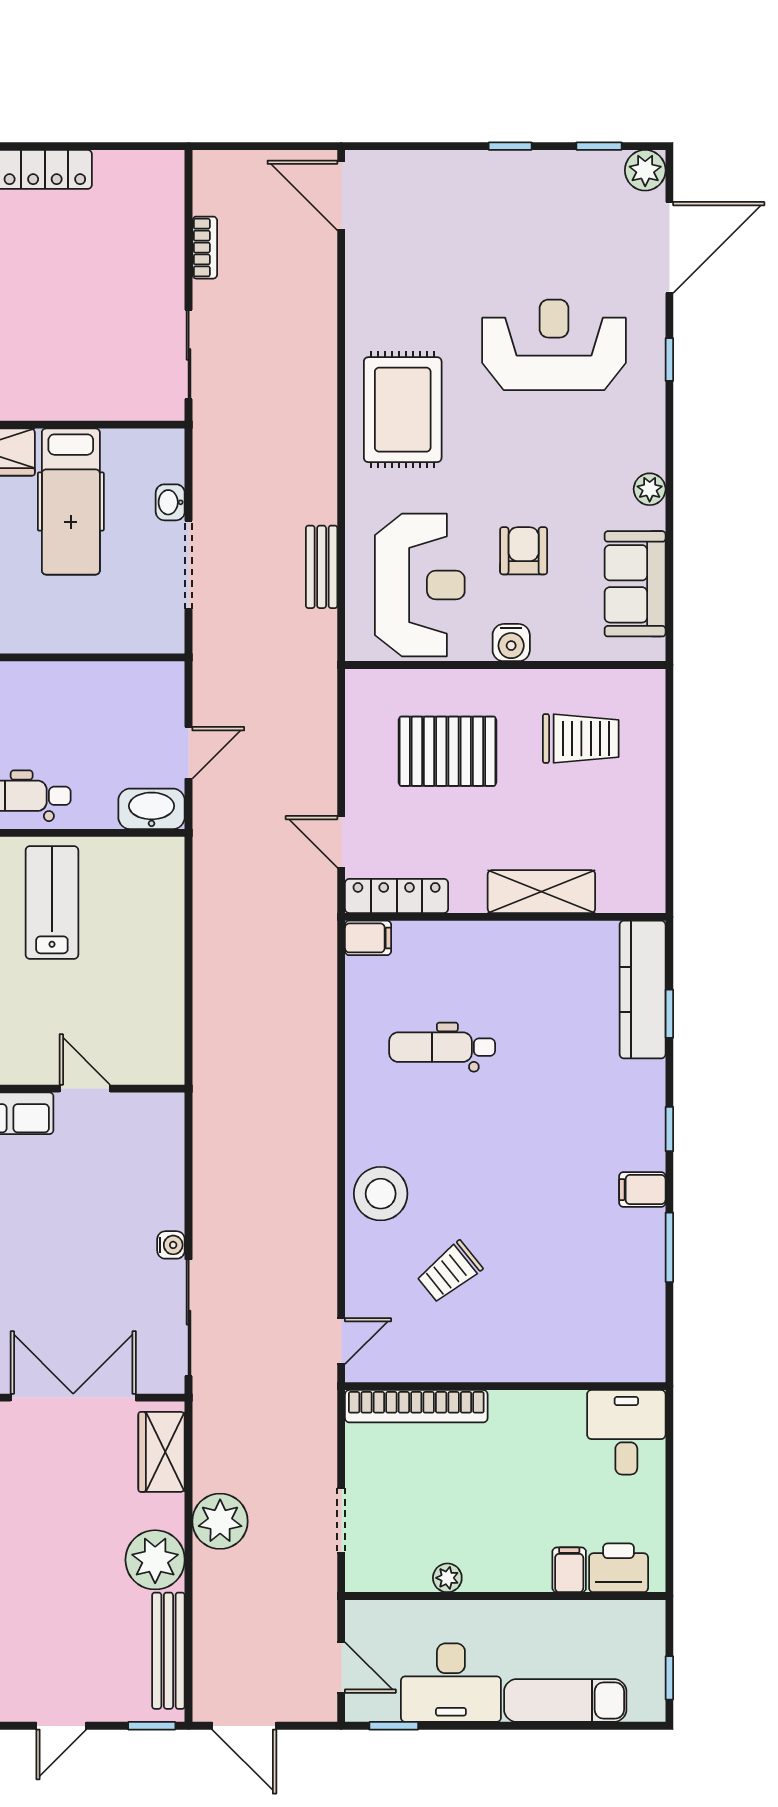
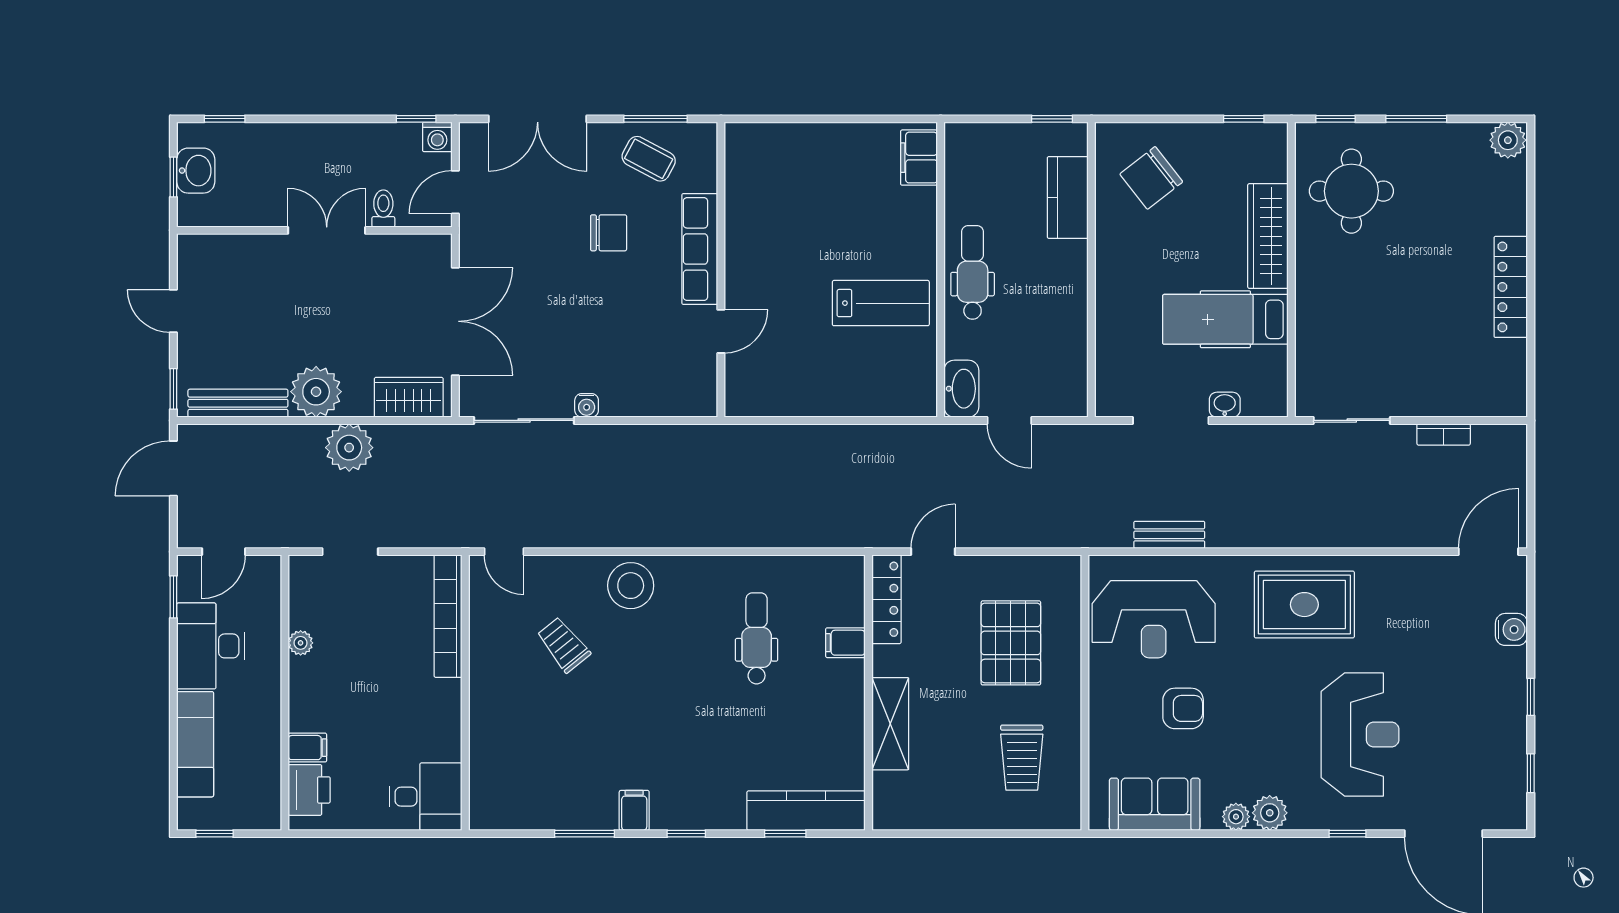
plant: (645, 170) -> (1270, 813), moved
water cooler: (511, 643) -> (1511, 629), moved, turned 180
filing cabinet: (368, 938) -> (845, 643), moved, turned 90

